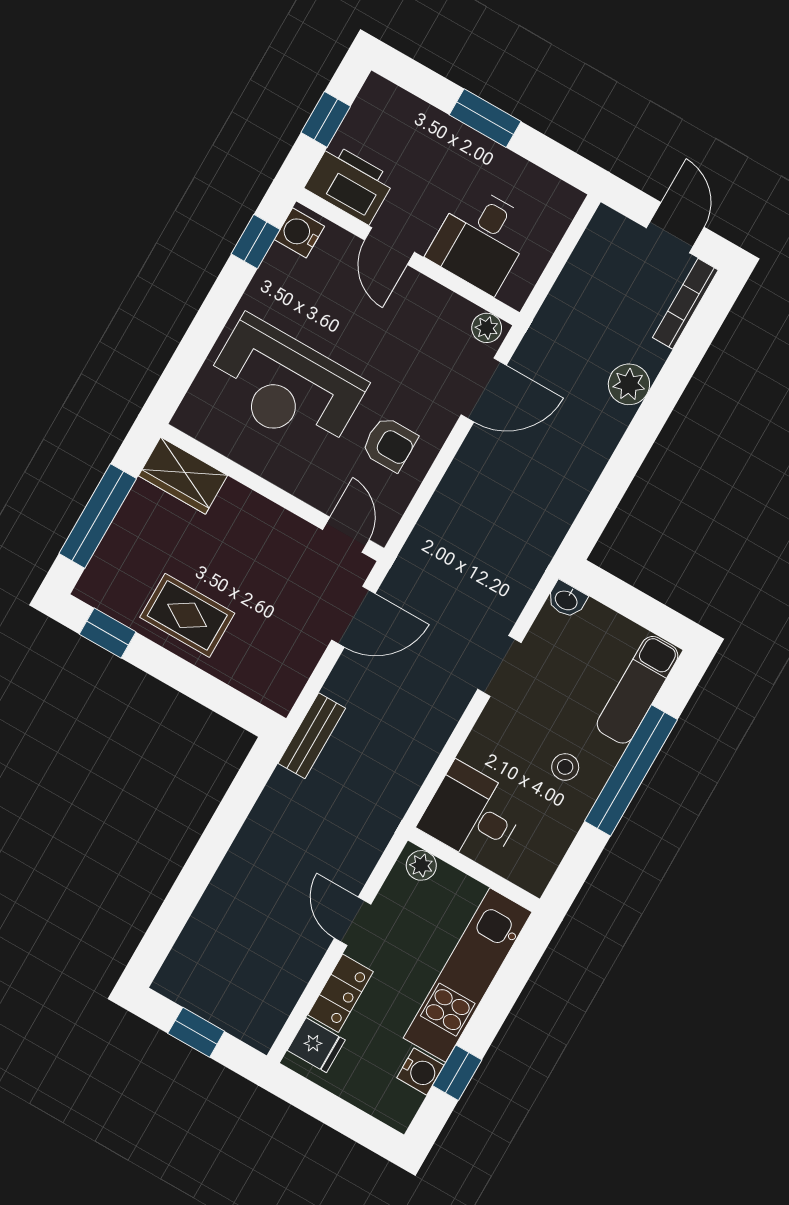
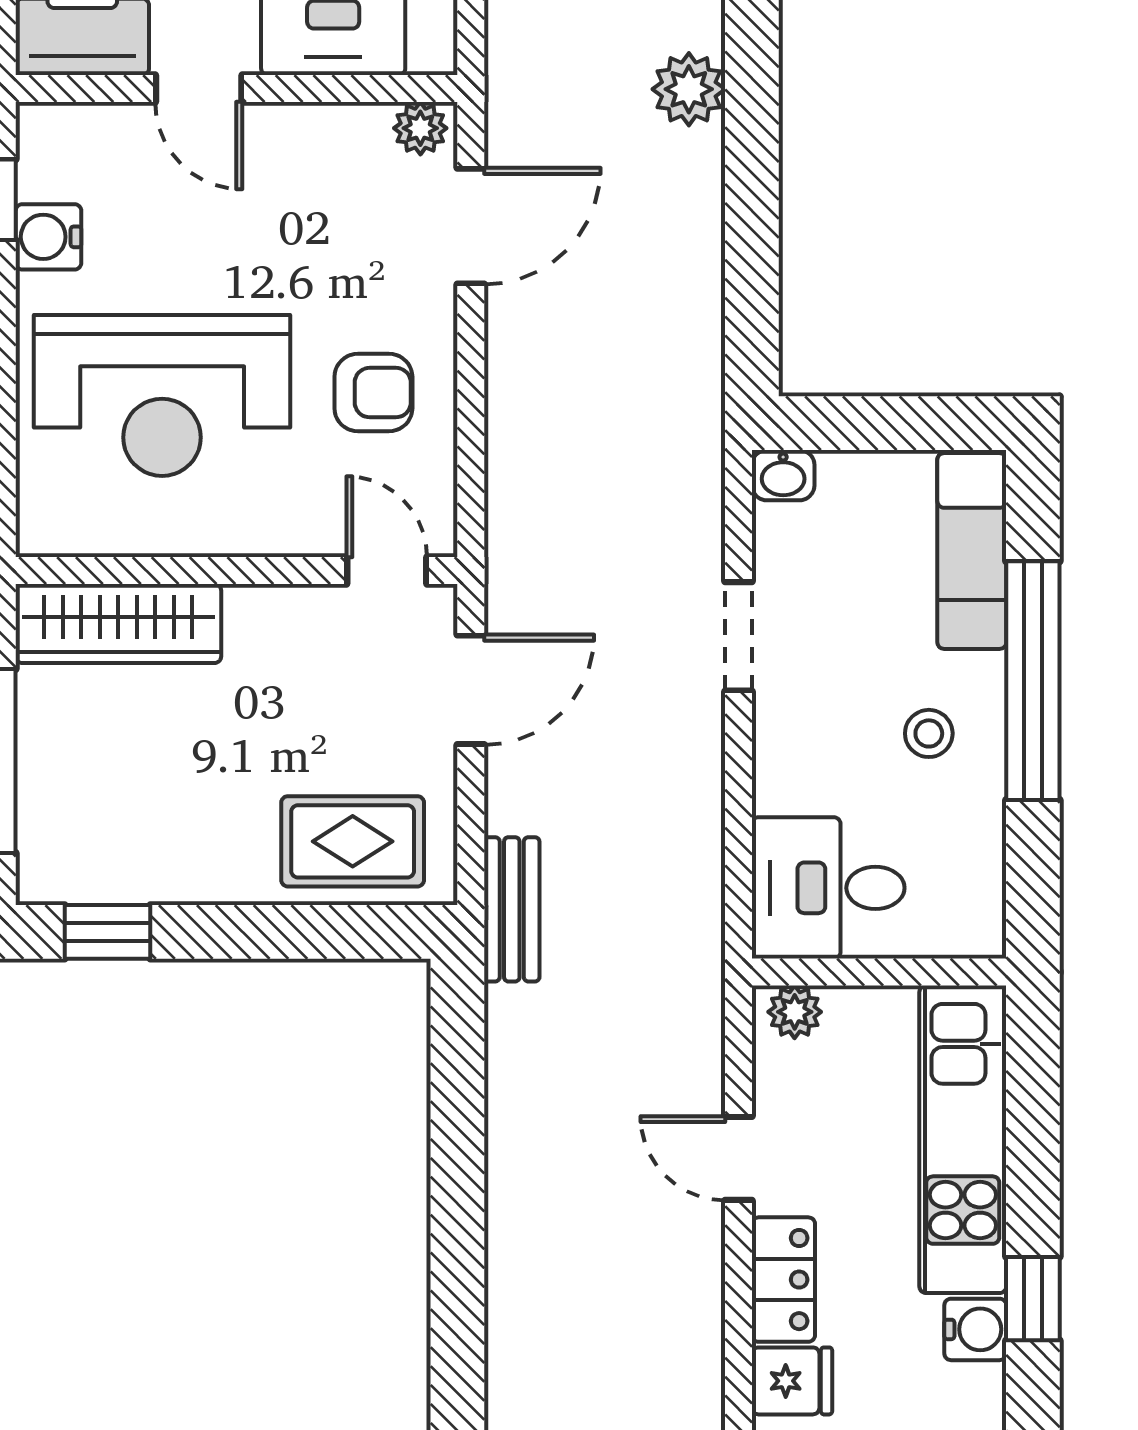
water cooler: (299, 233) -> (48, 237), moved
wardrobe: (183, 476) -> (118, 623), width x1.50
rug: (187, 615) -> (353, 841), moved

